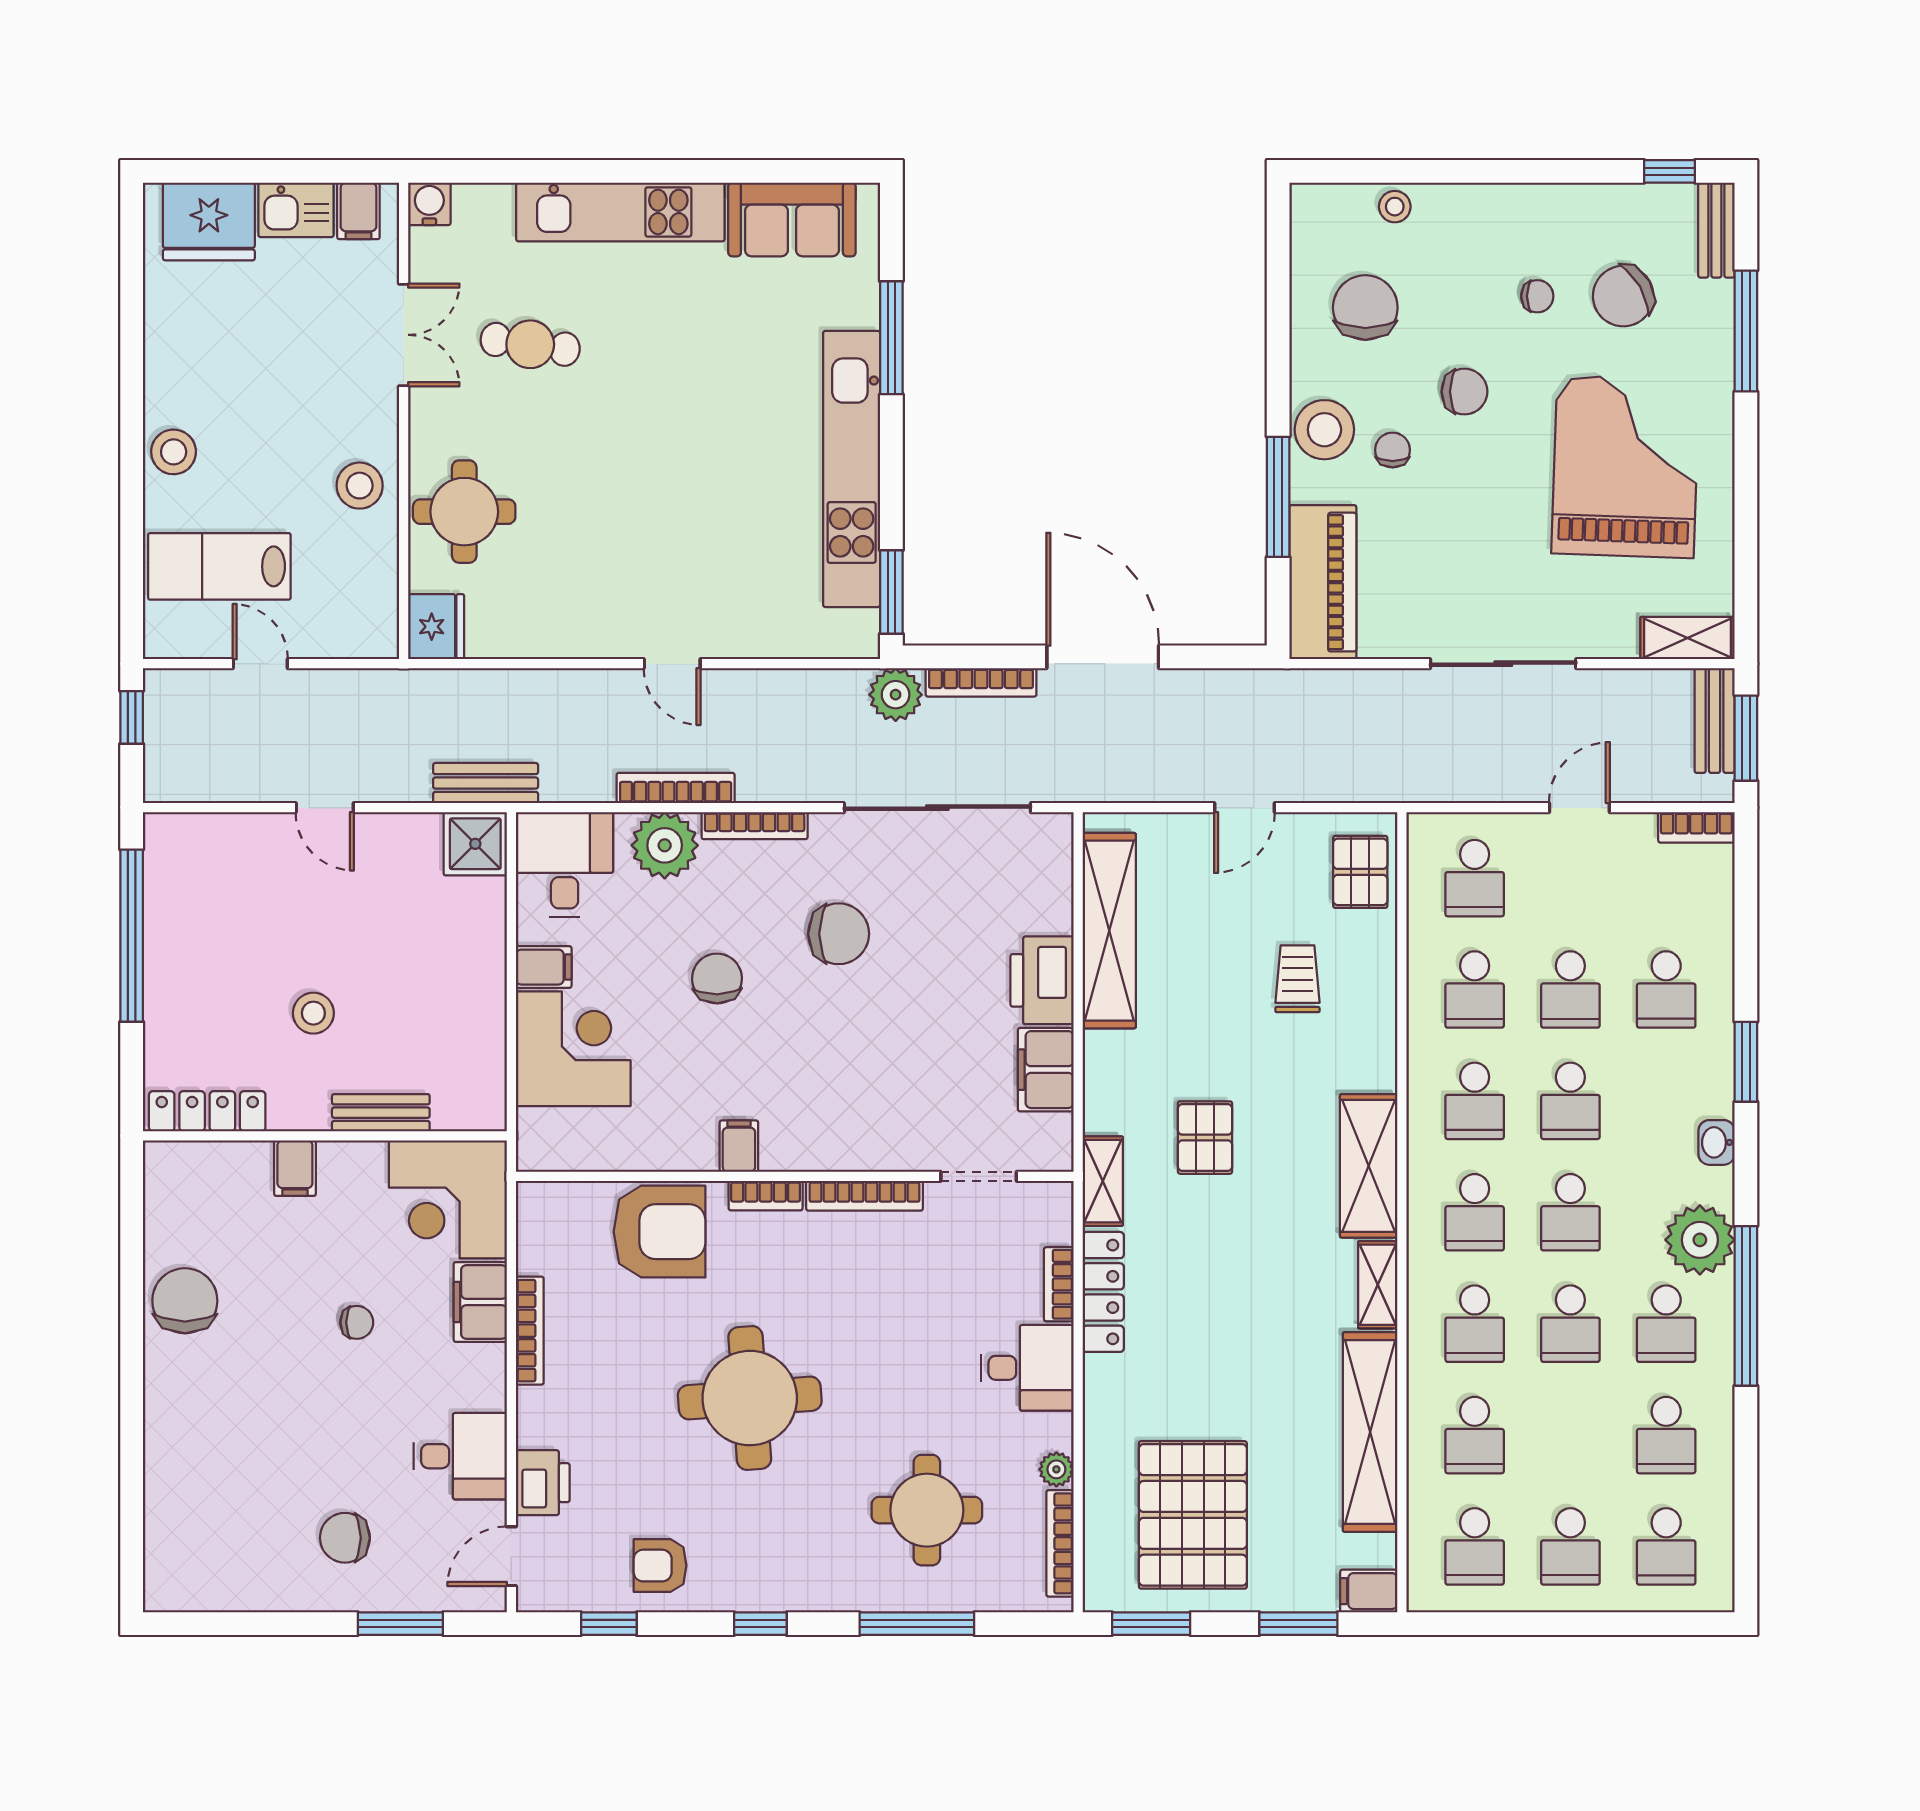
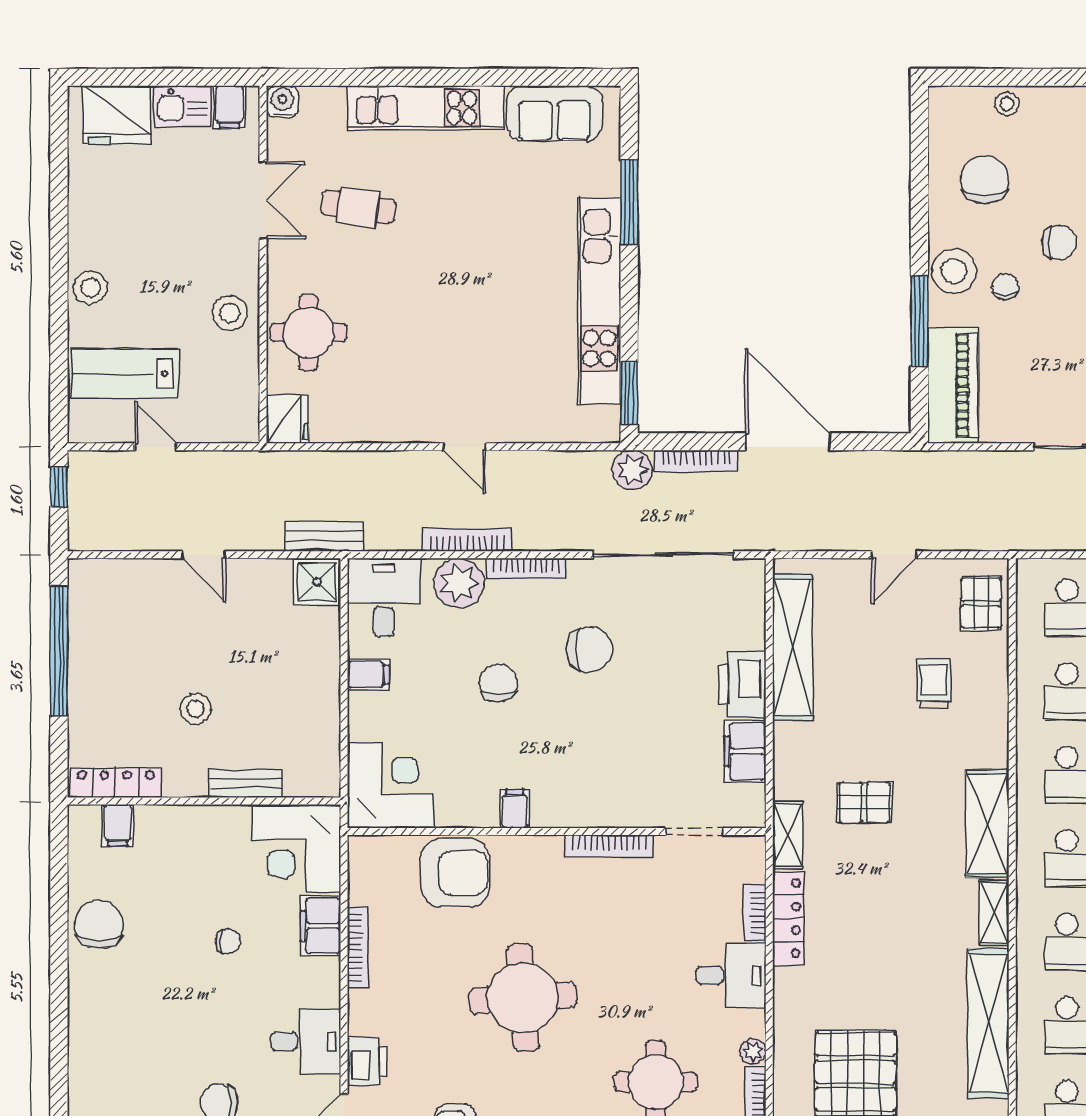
corner desk: (573, 1049) -> (390, 785), moved
pallet: (1205, 1138) -> (864, 802), turned 90
filing cabinet: (295, 1168) -> (118, 825), moved
bookcase: (766, 1196) -> (535, 846), removed

